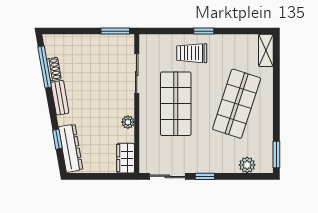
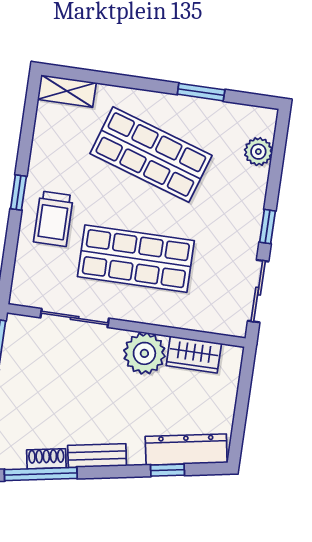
plant: (128, 122) -> (144, 353), width x1.87, depth x1.87
window: (276, 155) -> (201, 92), moved
wardrobe: (126, 158) -> (194, 355), moved

